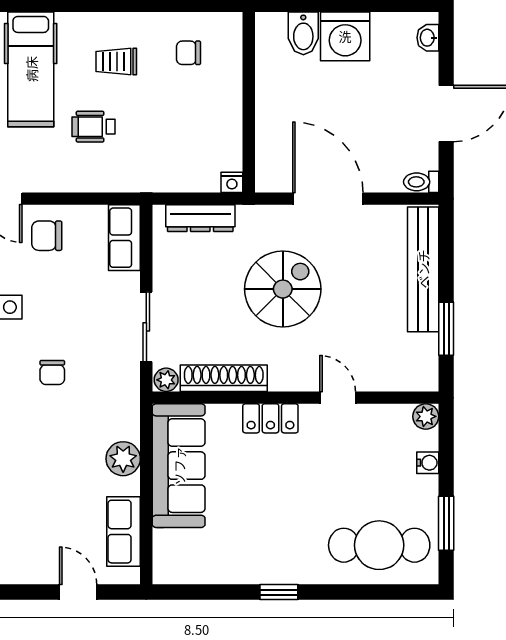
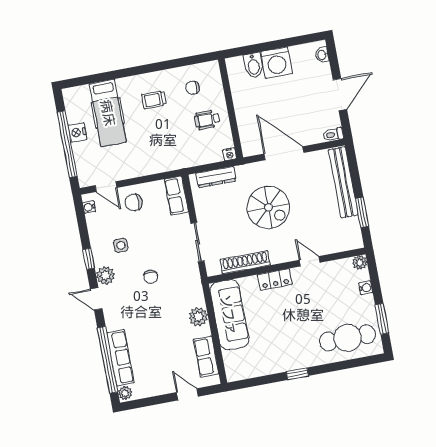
wheelchair: (93, 127) -> (207, 120), moved
spiral stairs: (283, 289) -> (268, 207), turned 90
plant: (166, 380) -> (214, 269), removed

